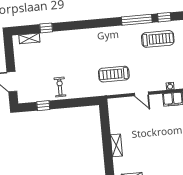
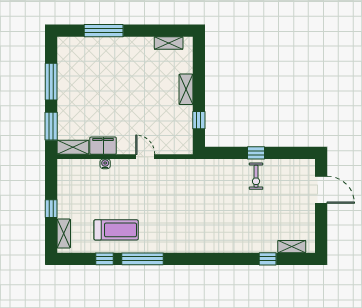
treadmill: (158, 39) -> (116, 230), turned 180
treadmill: (114, 74) -> (181, 187), removed
window: (43, 106) -> (256, 153), moved
window: (105, 124) -> (199, 120), added

